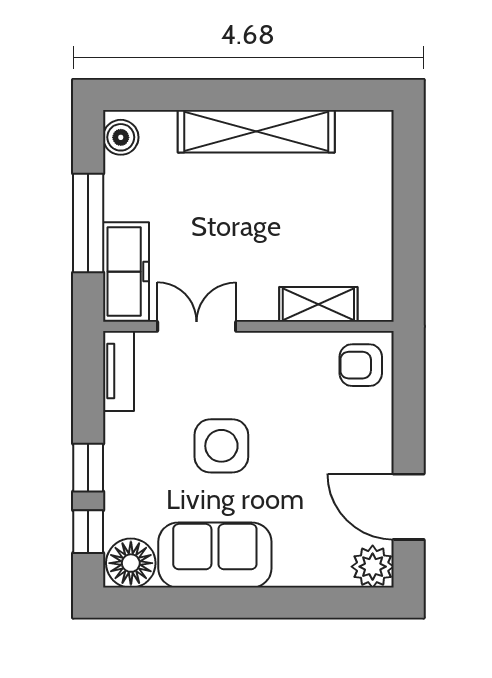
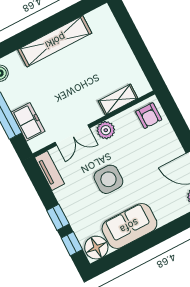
freezer: (126, 272) -> (28, 122), width x0.71
double door: (197, 326) -> (72, 135), swing flipped
plant: (265, 350) -> (106, 130), added
armchair: (361, 365) -> (149, 116), turned -90

